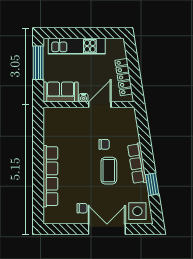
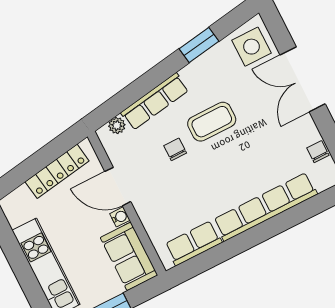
plant: (132, 120) -> (117, 125), added
row of seats: (50, 129) -> (193, 243), added
row of seats: (137, 163) -> (155, 101), moved
chair: (82, 208) -> (318, 152), moved

